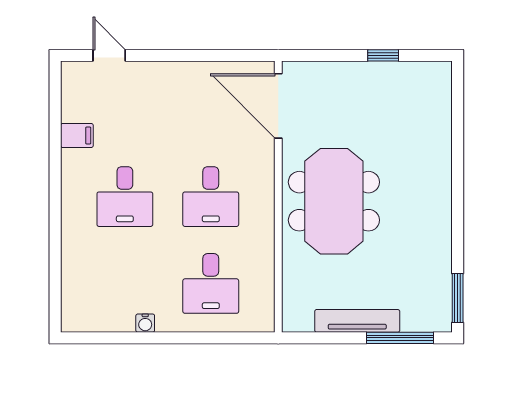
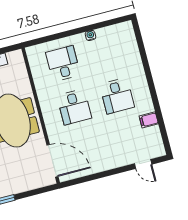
desk: (125, 197) -> (117, 96), turned 180
desk: (211, 197) -> (74, 107), turned 180

